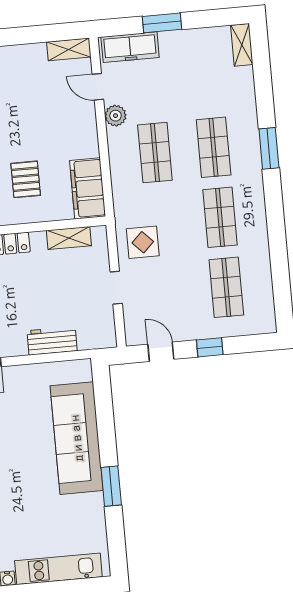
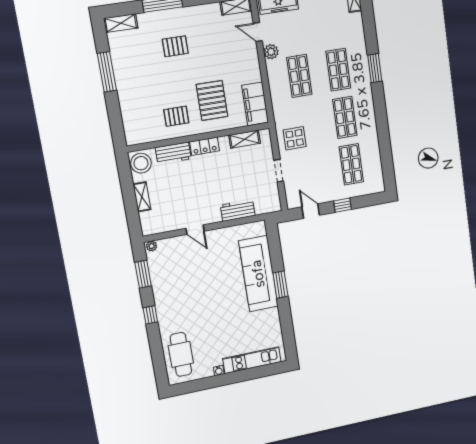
pallet: (26, 179) -> (212, 101), width x1.50, depth x1.42
window: (111, 486) -> (280, 285), moved

